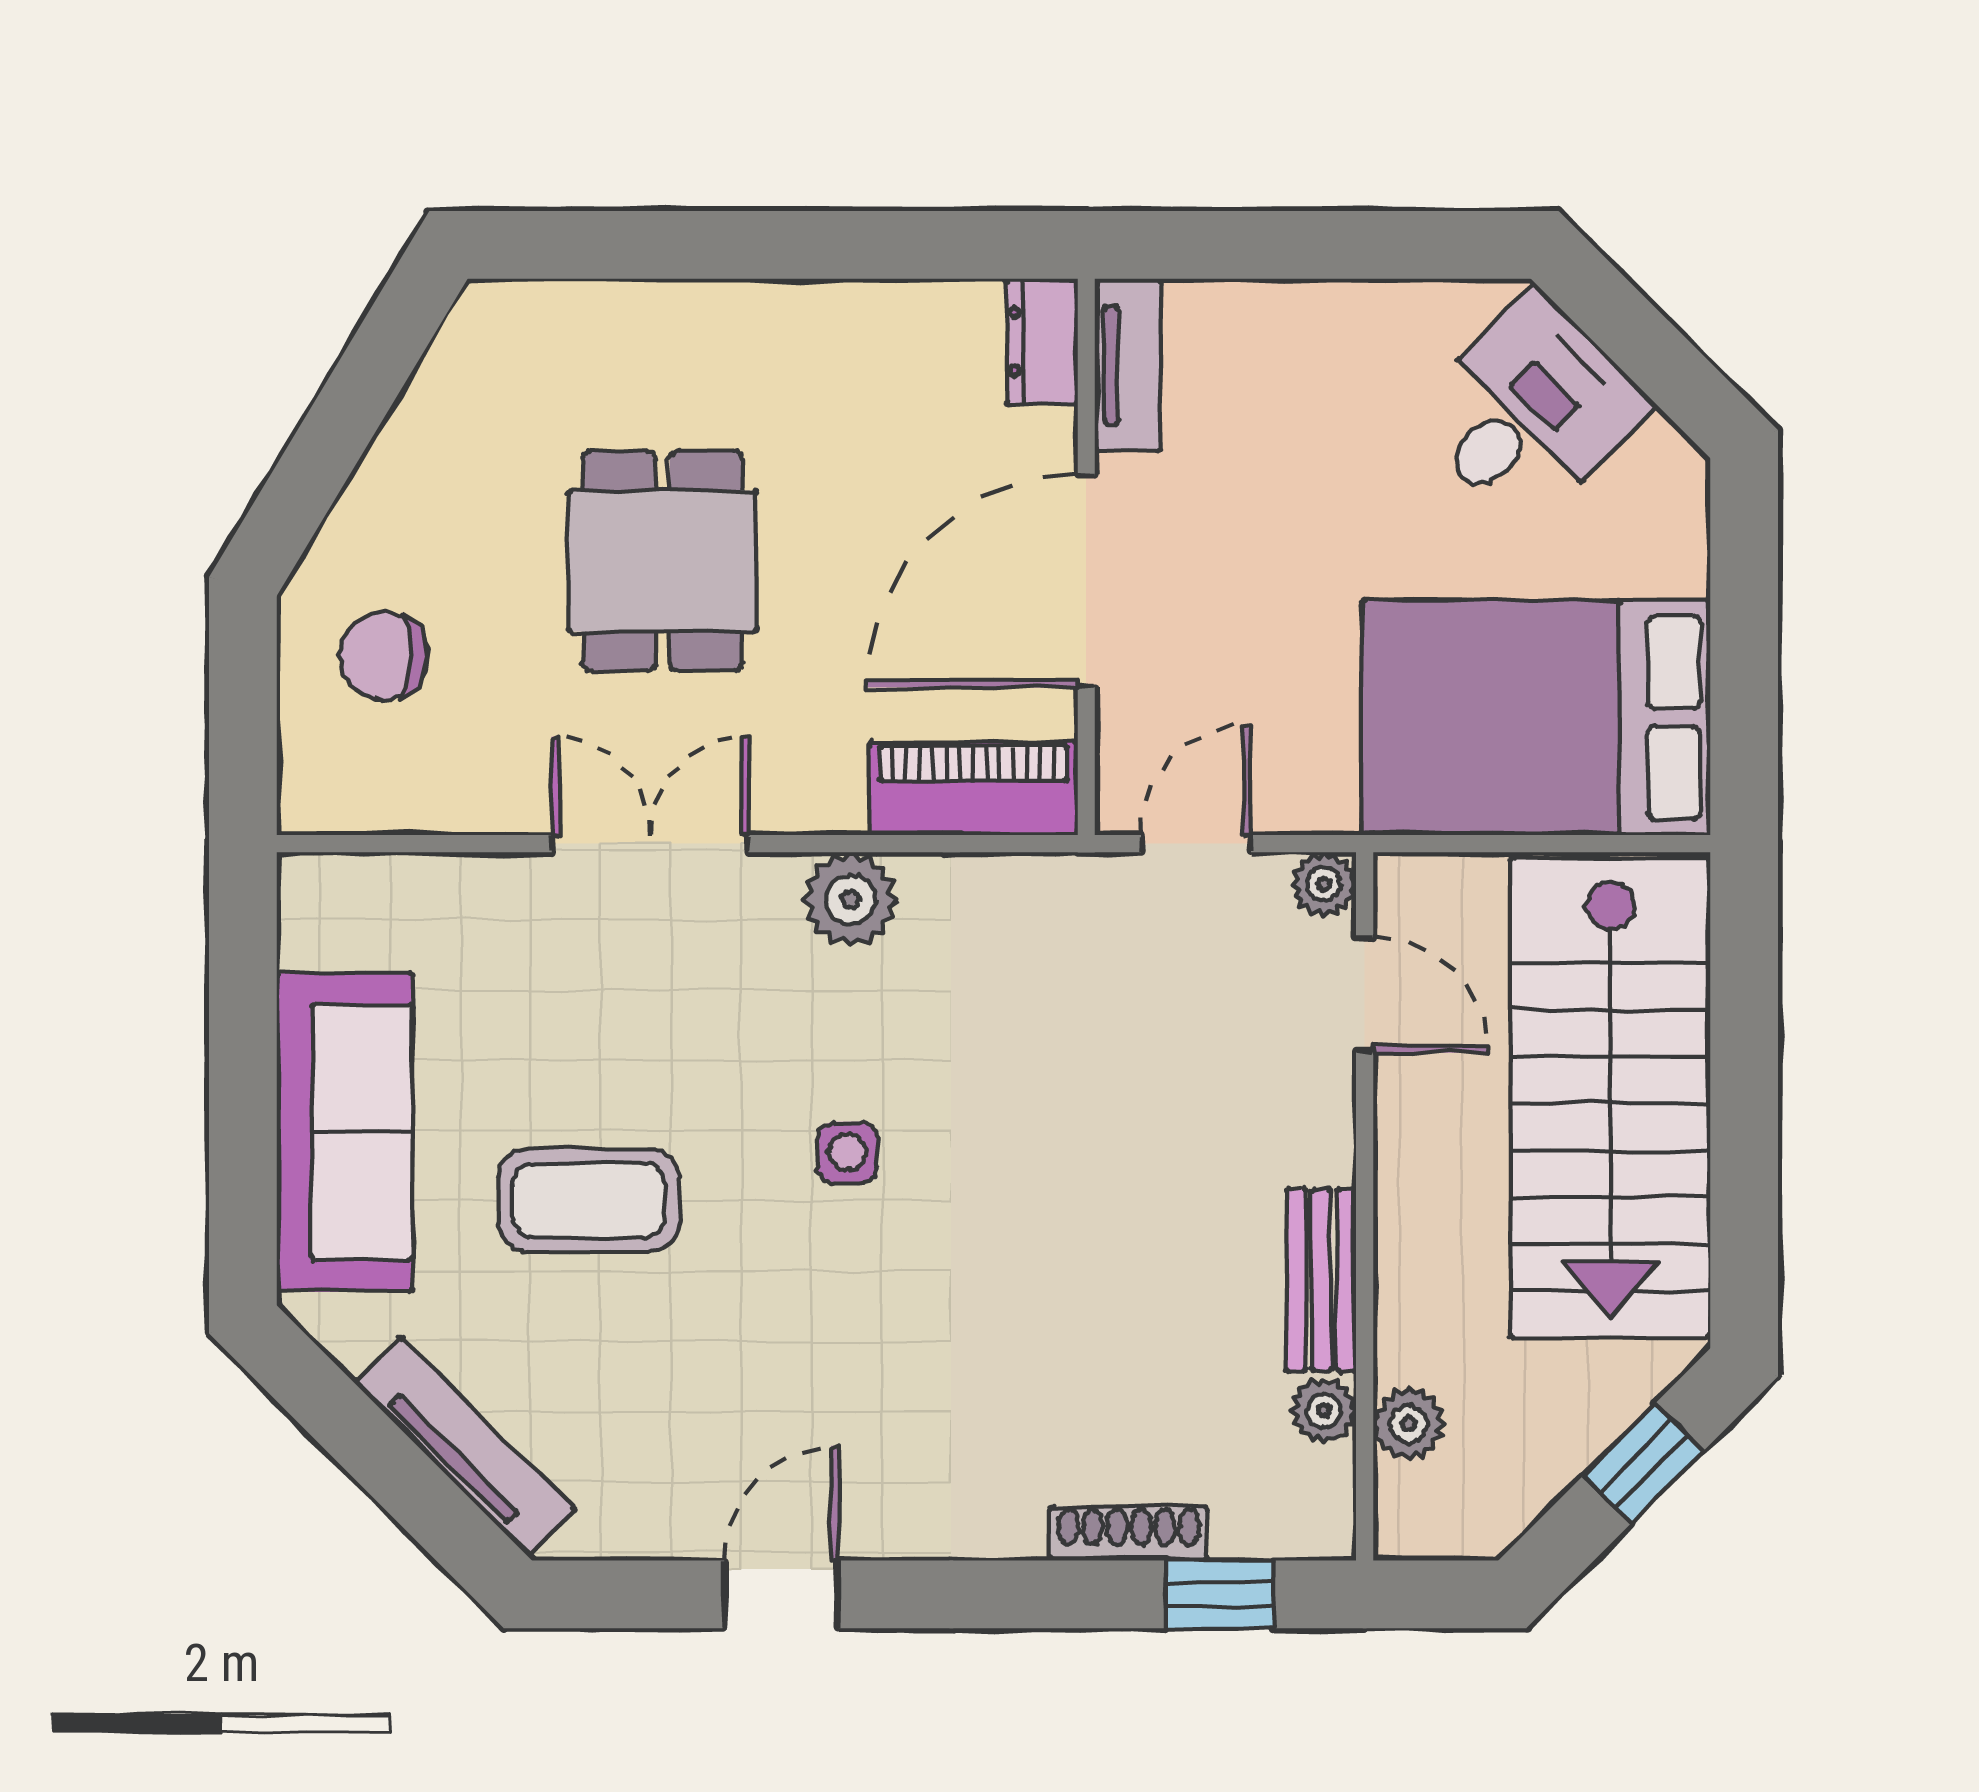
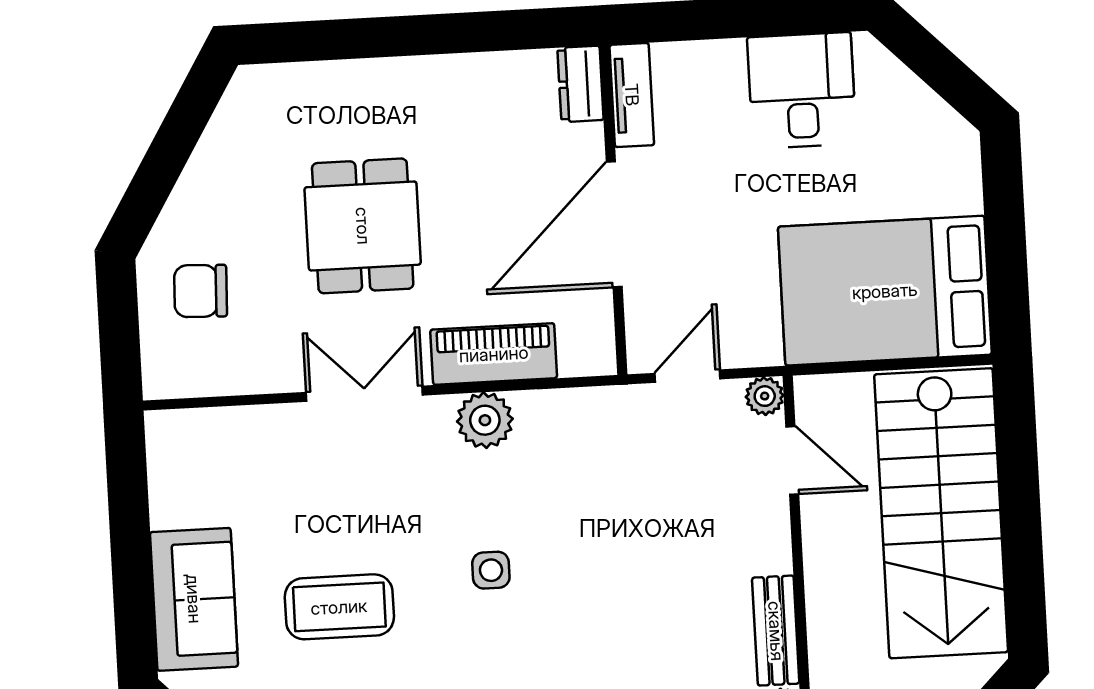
desk: (1529, 411) -> (802, 90), moved, turned -45
piano: (973, 789) -> (494, 354), moved
sofa: (344, 1132) -> (194, 599), width x0.73

